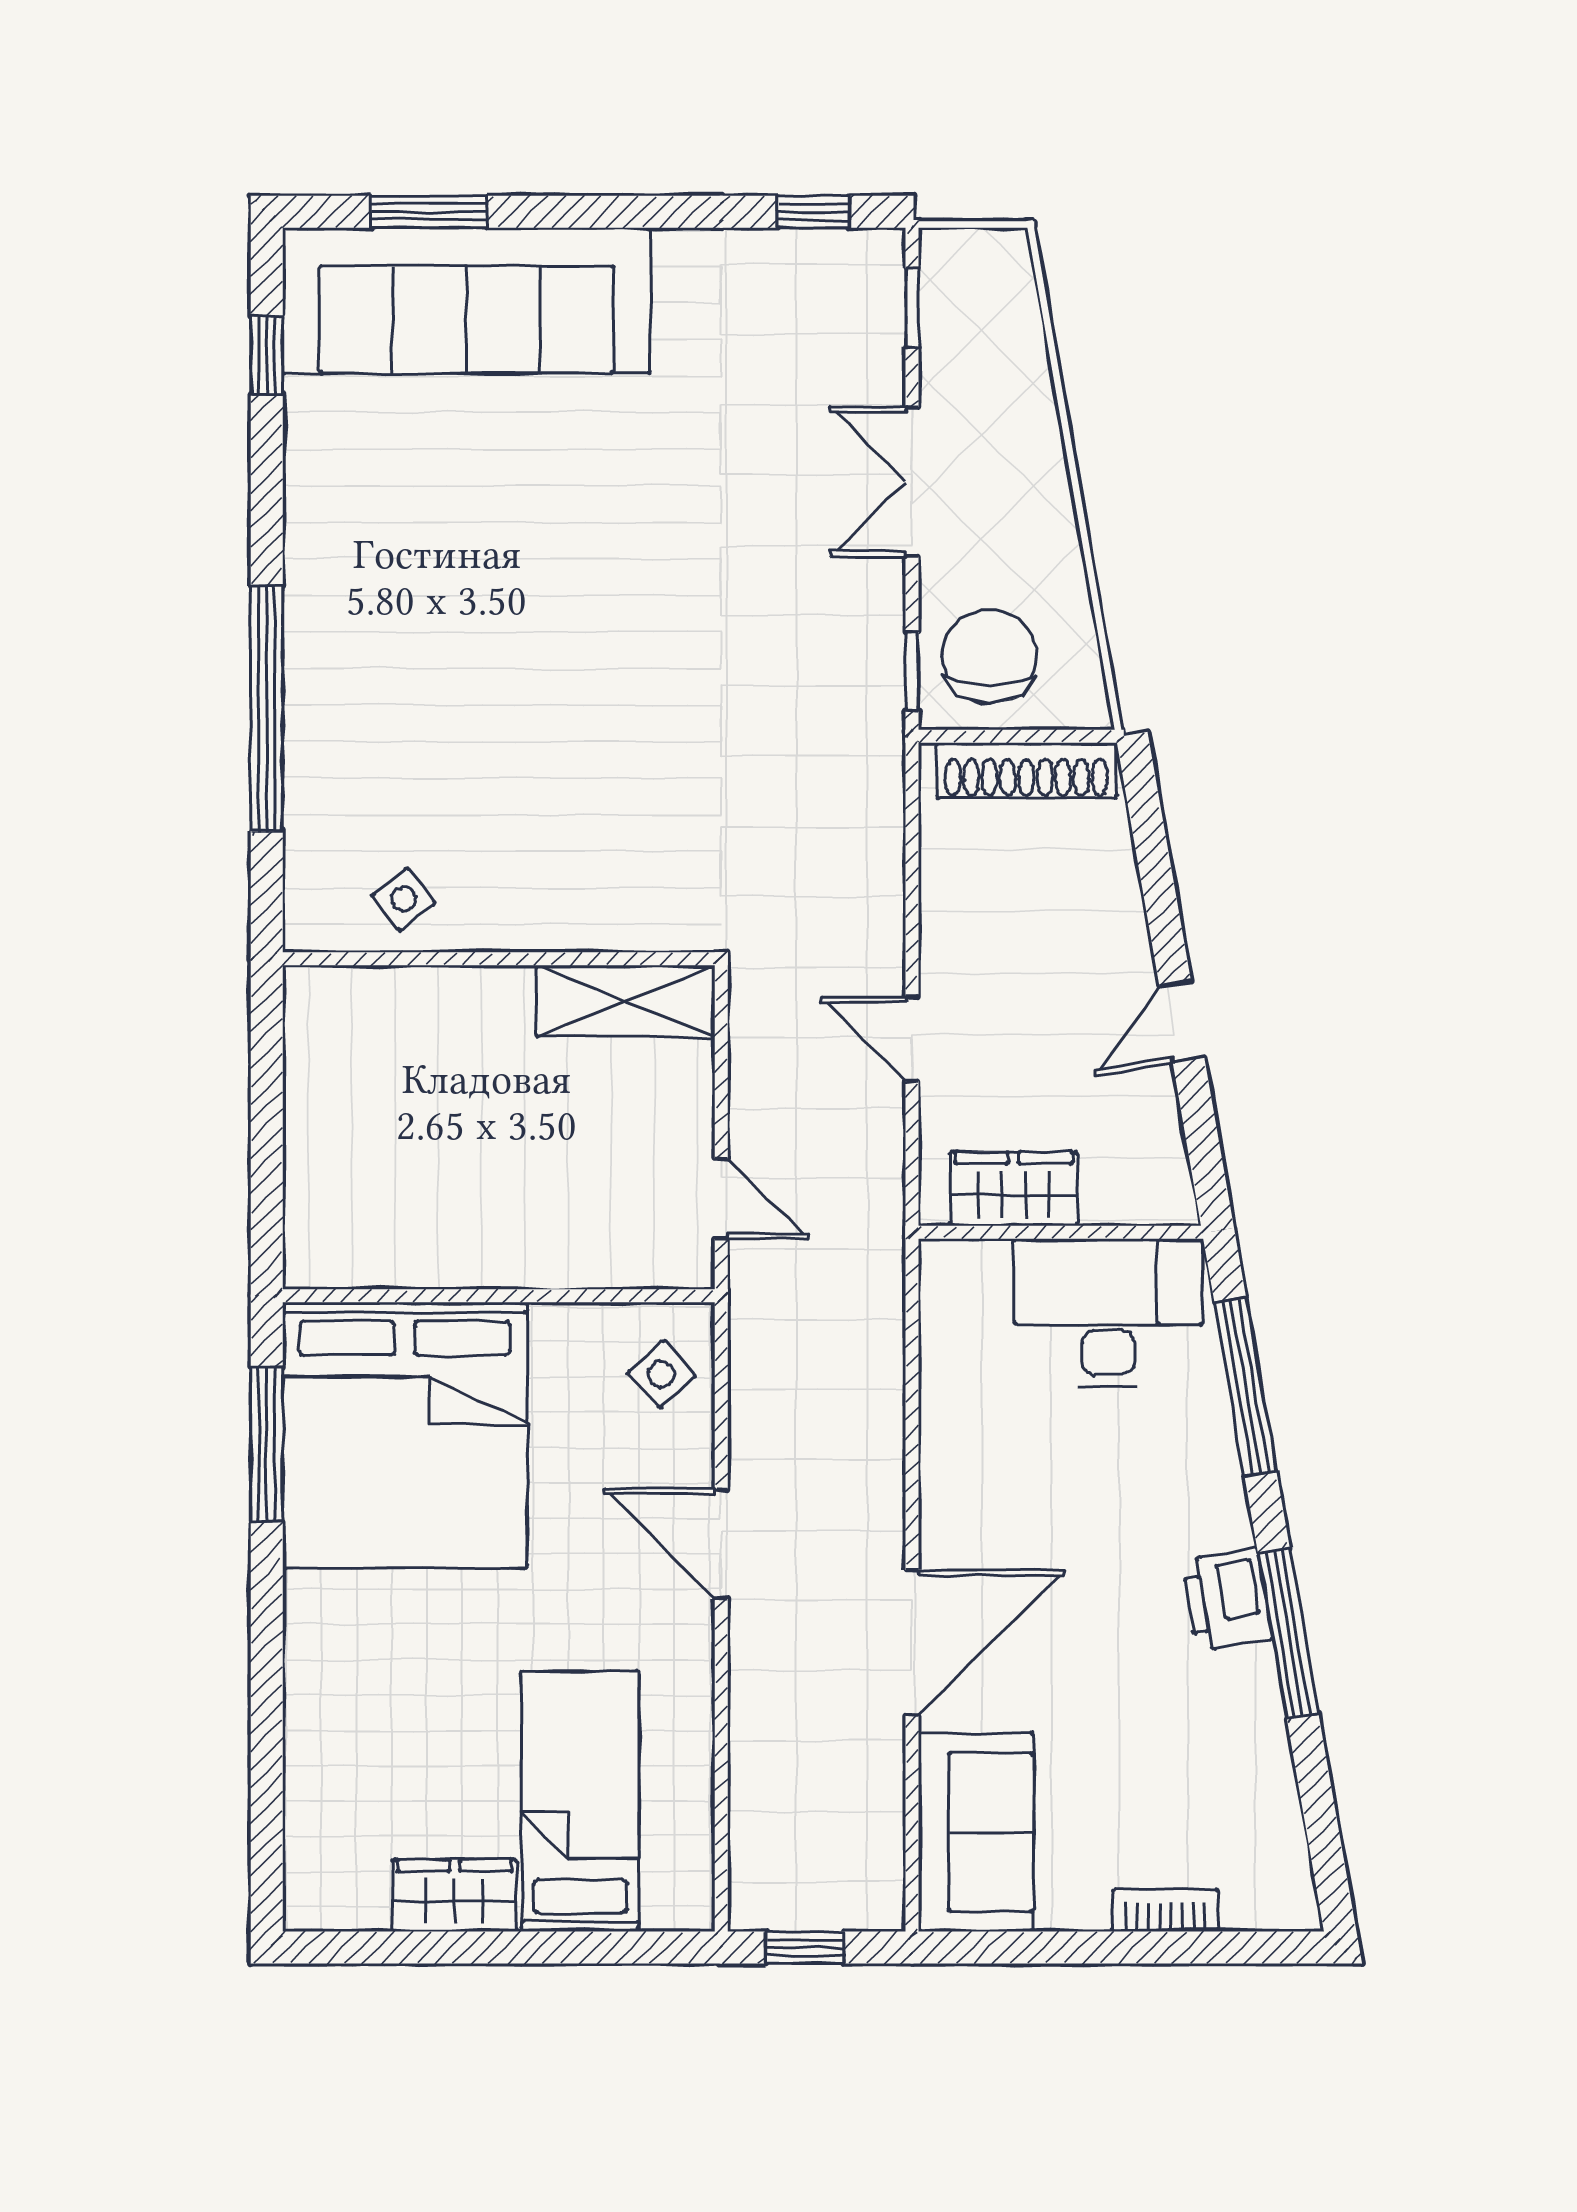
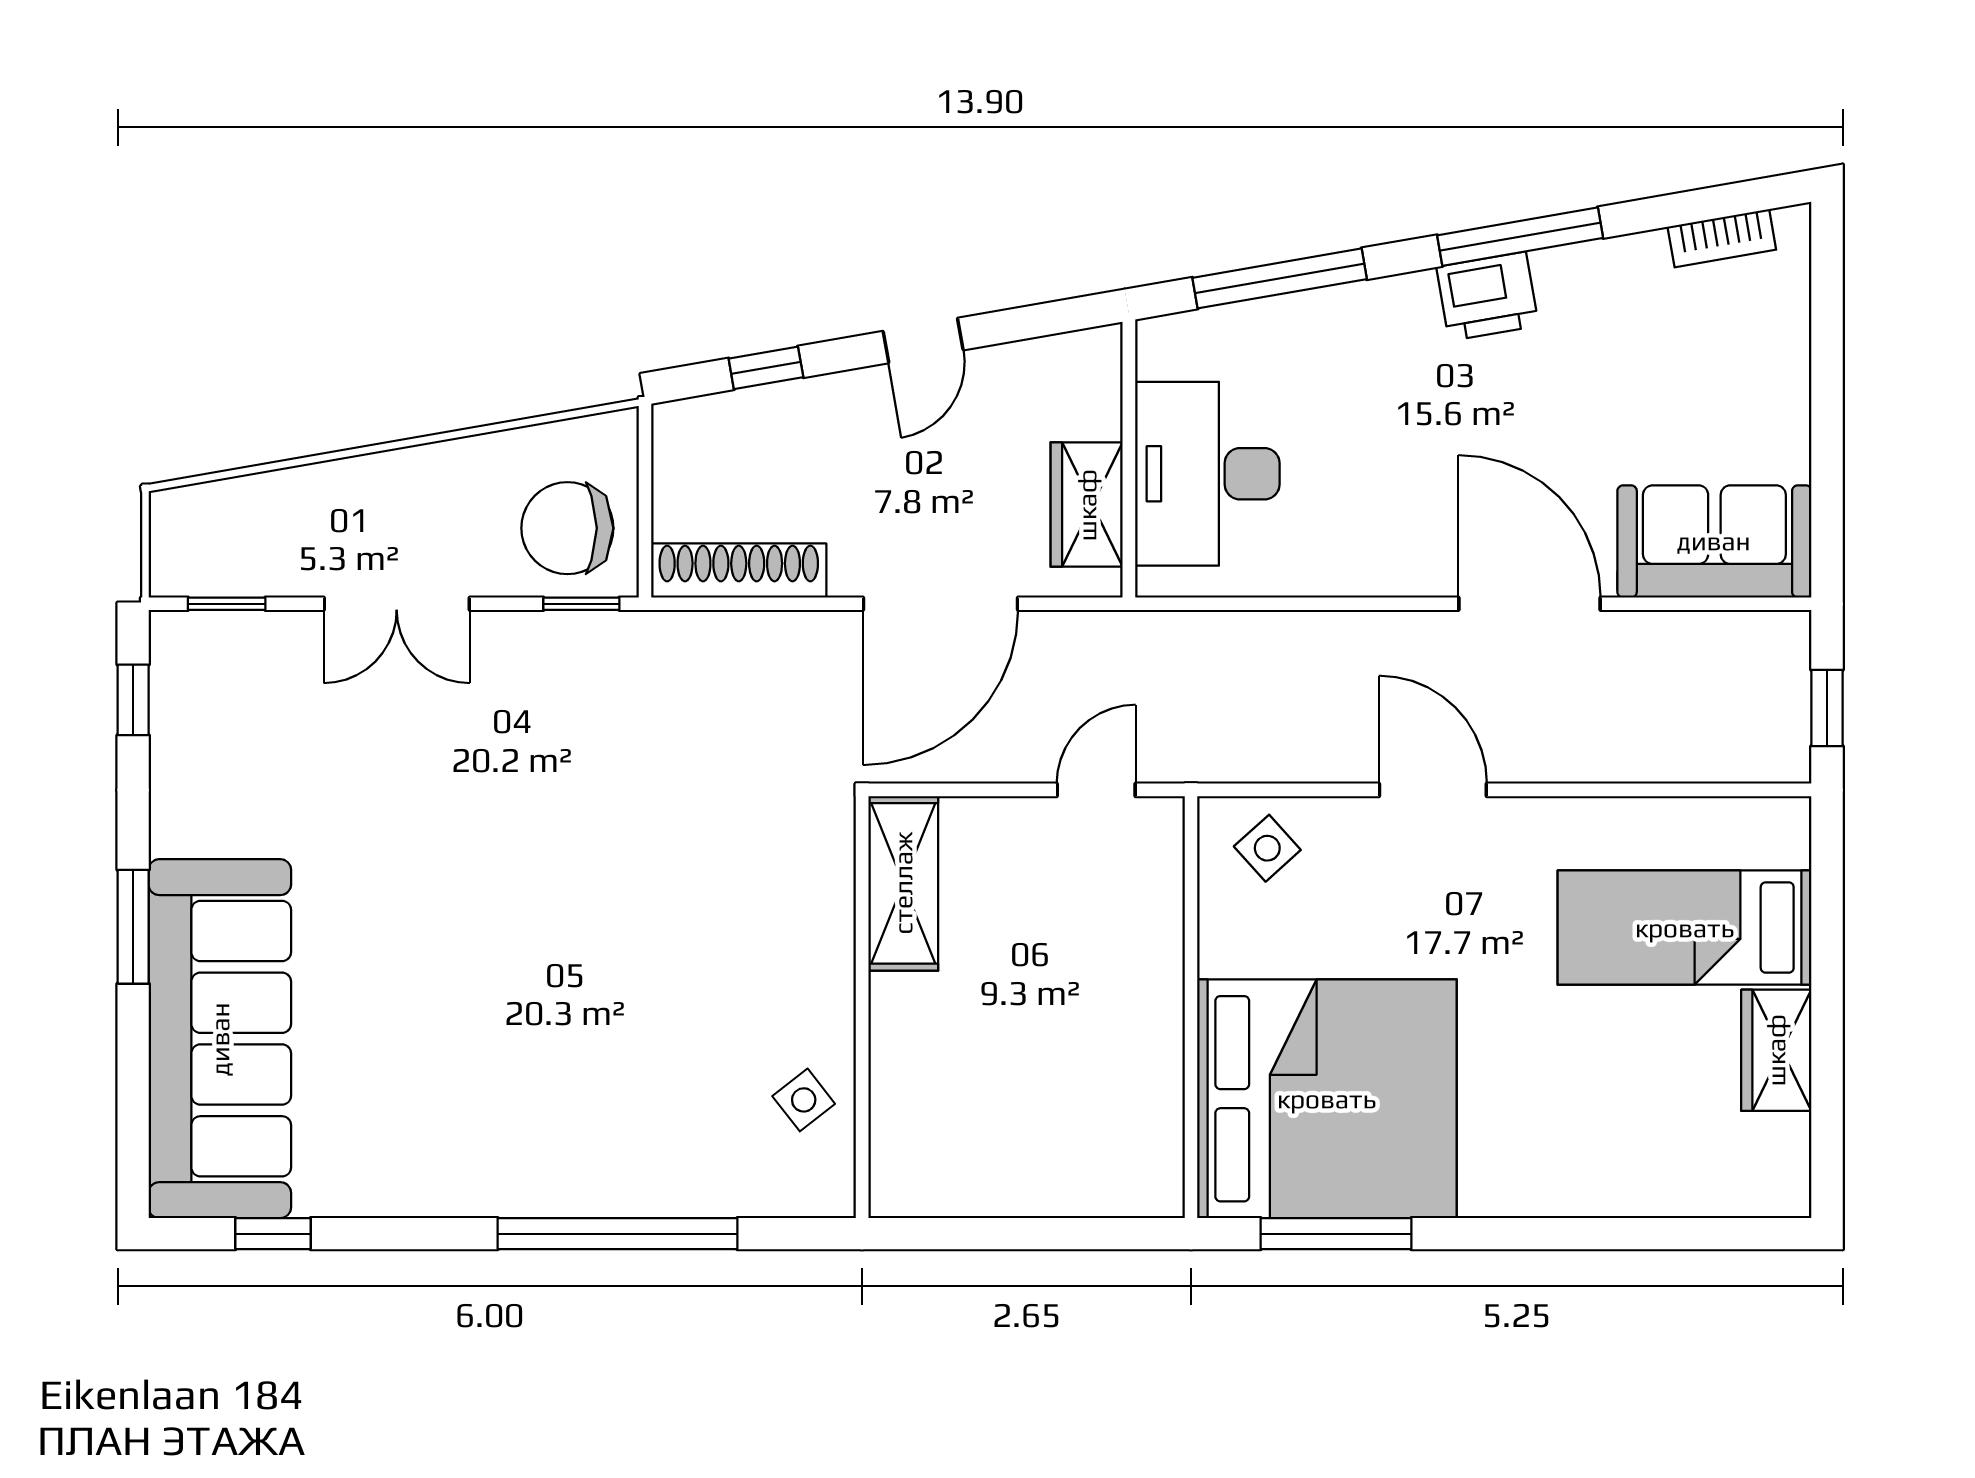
window: (429, 212) -> (133, 927), moved
shoe rack: (1026, 770) -> (739, 571), moved, turned -90
window: (1154, 860) -> (766, 368), added
door: (1182, 1021) -> (923, 341), hinge flipped
door: (912, 1039) -> (941, 604), width x1.88
desk: (1108, 1313) -> (1207, 474), moved
door: (721, 1544) -> (1433, 790), swing flipped
bookcase: (1165, 1910) -> (1722, 238), moved, turned -100

